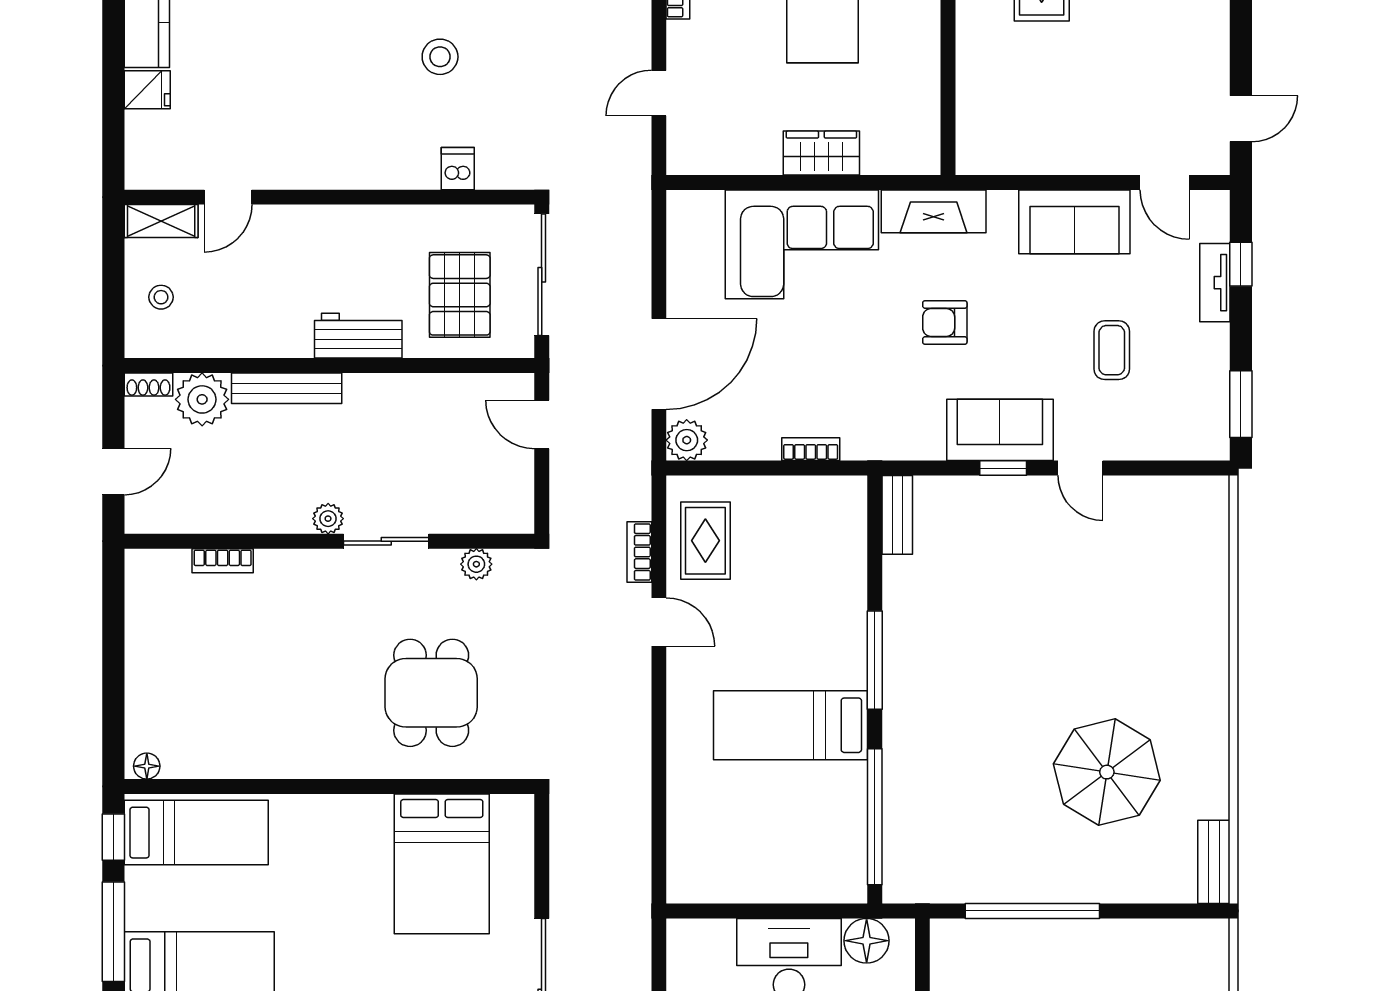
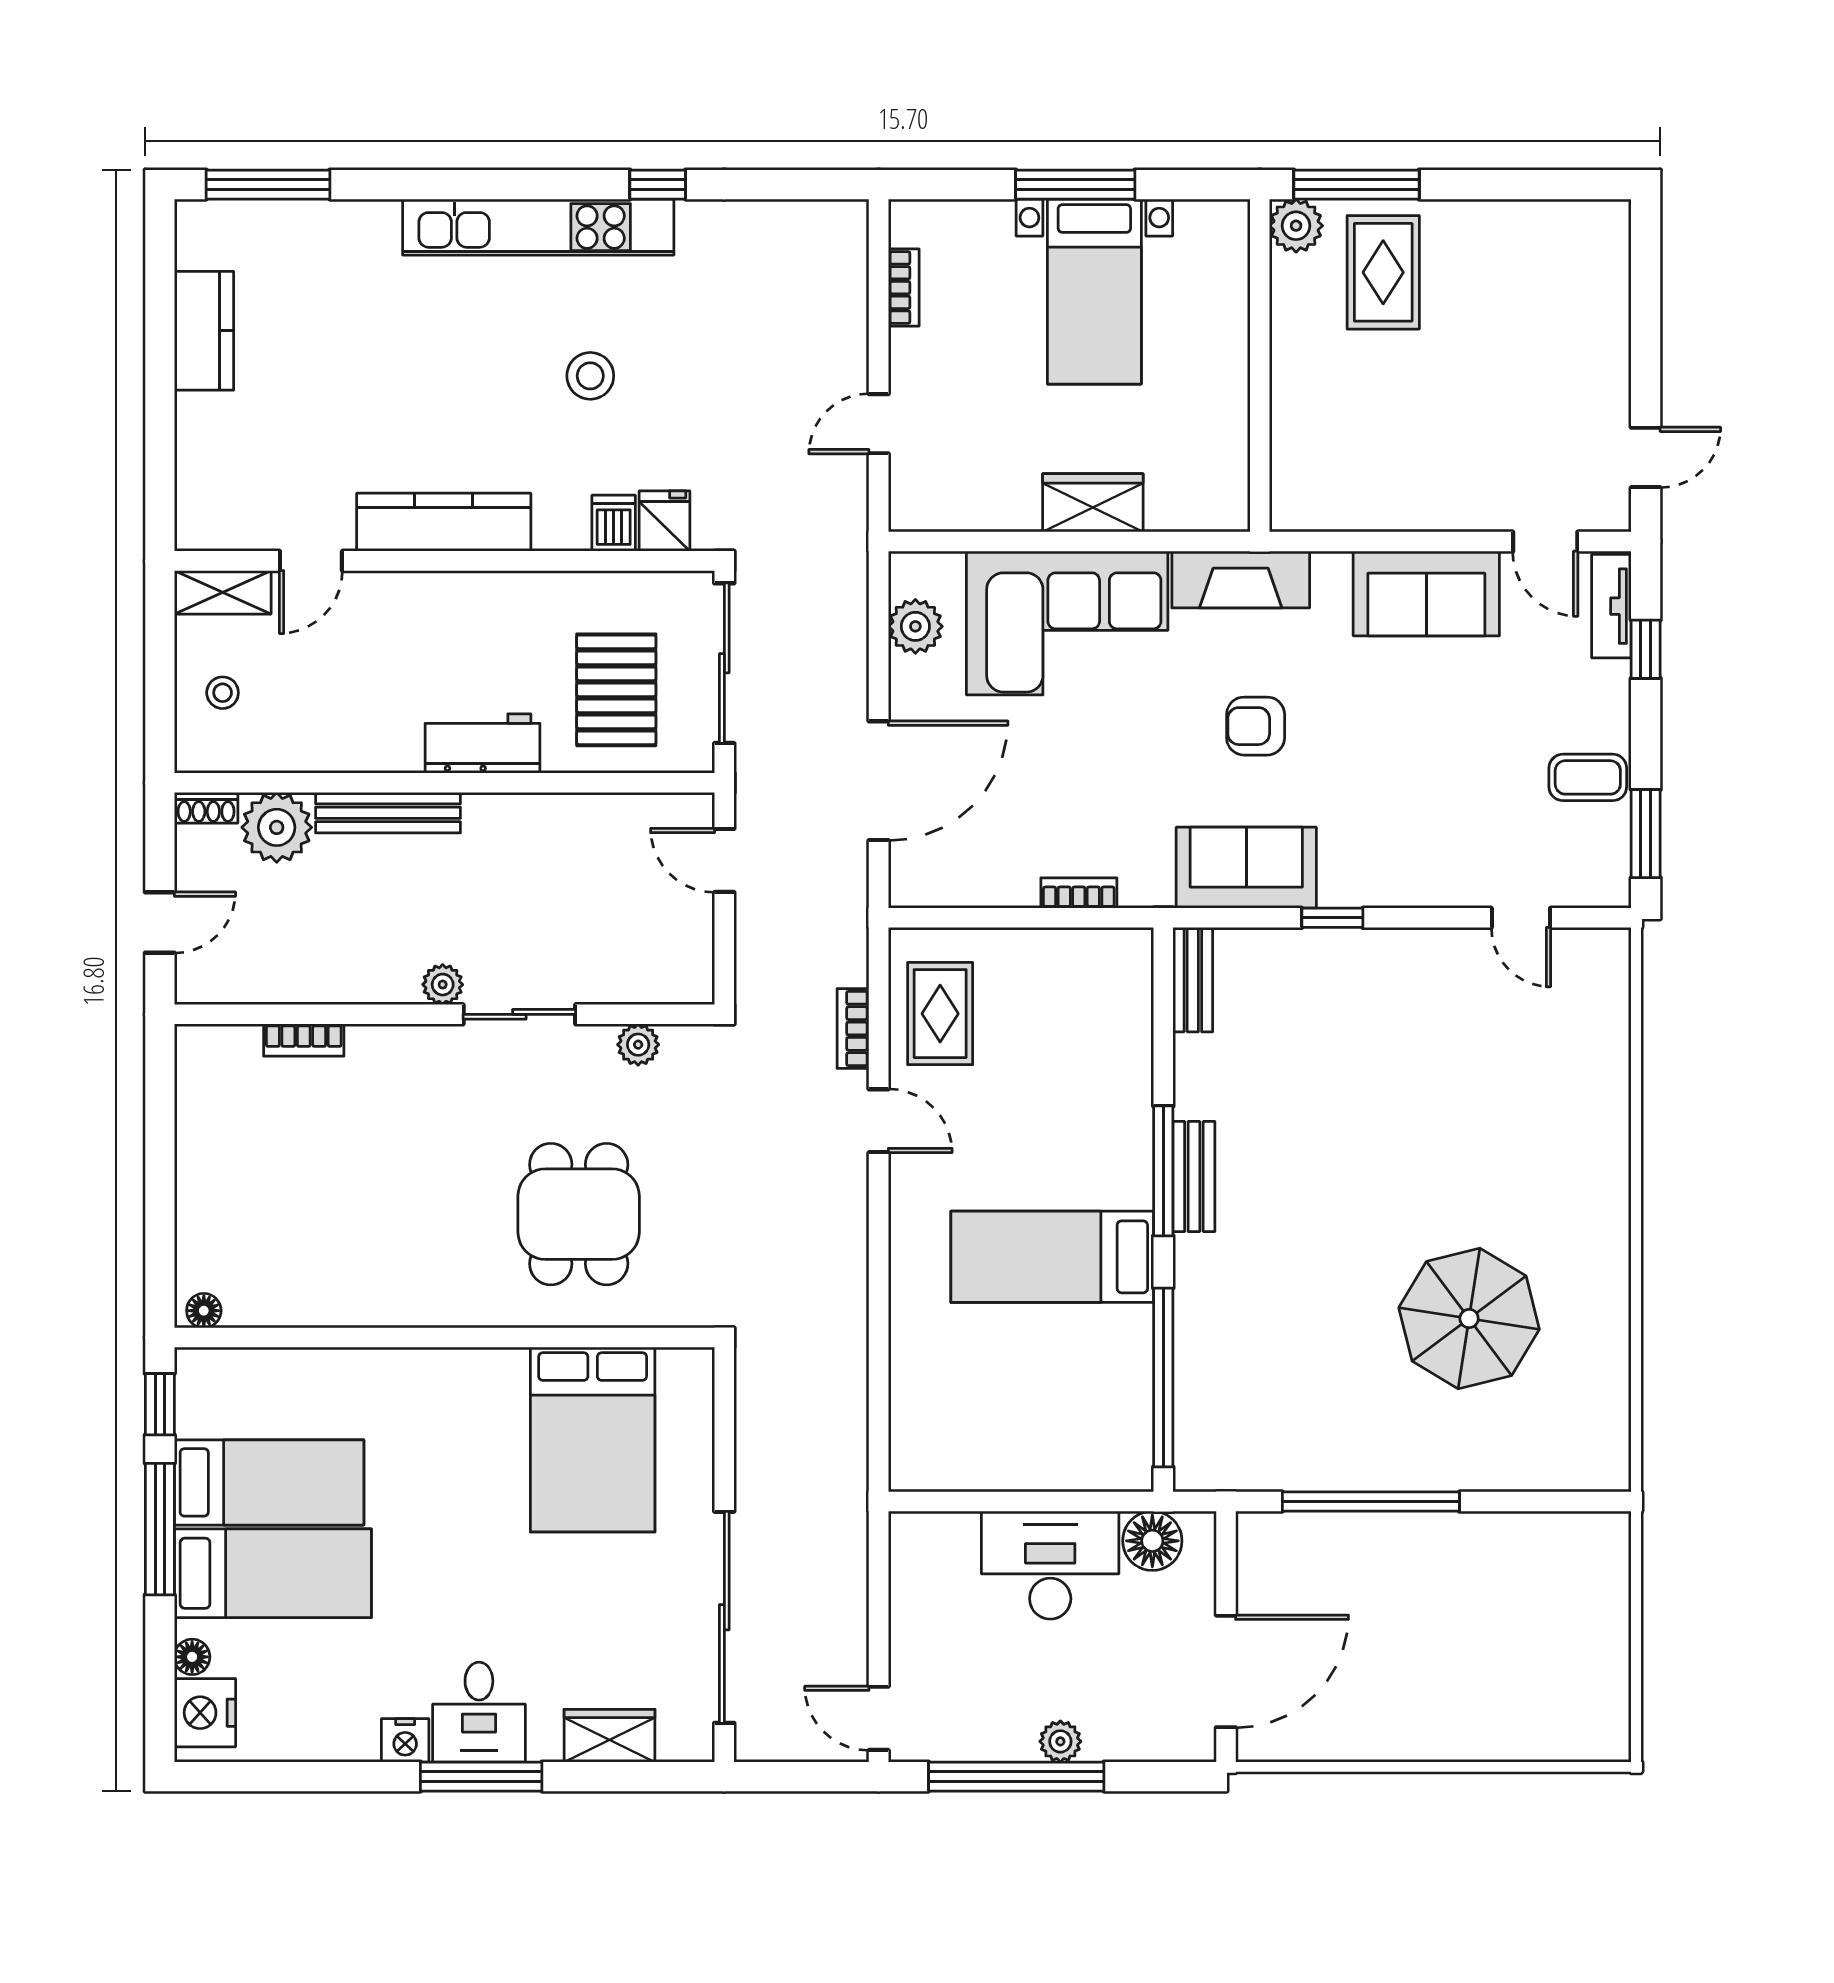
fridge: (147, 90) -> (665, 521), moved, turned -90
kitchen counter: (329, 168) -> (444, 522), added
tv unit: (1215, 283) -> (1611, 606), moved
coffee table: (1112, 350) -> (1588, 777), moved, turned 90
sofa: (1000, 430) -> (1246, 868), moved
plant: (687, 440) -> (915, 626), moved
door: (1080, 468) -> (1521, 918), moved
bed: (196, 833) -> (269, 1482), moved
bench: (1214, 862) -> (1194, 1176), moved

